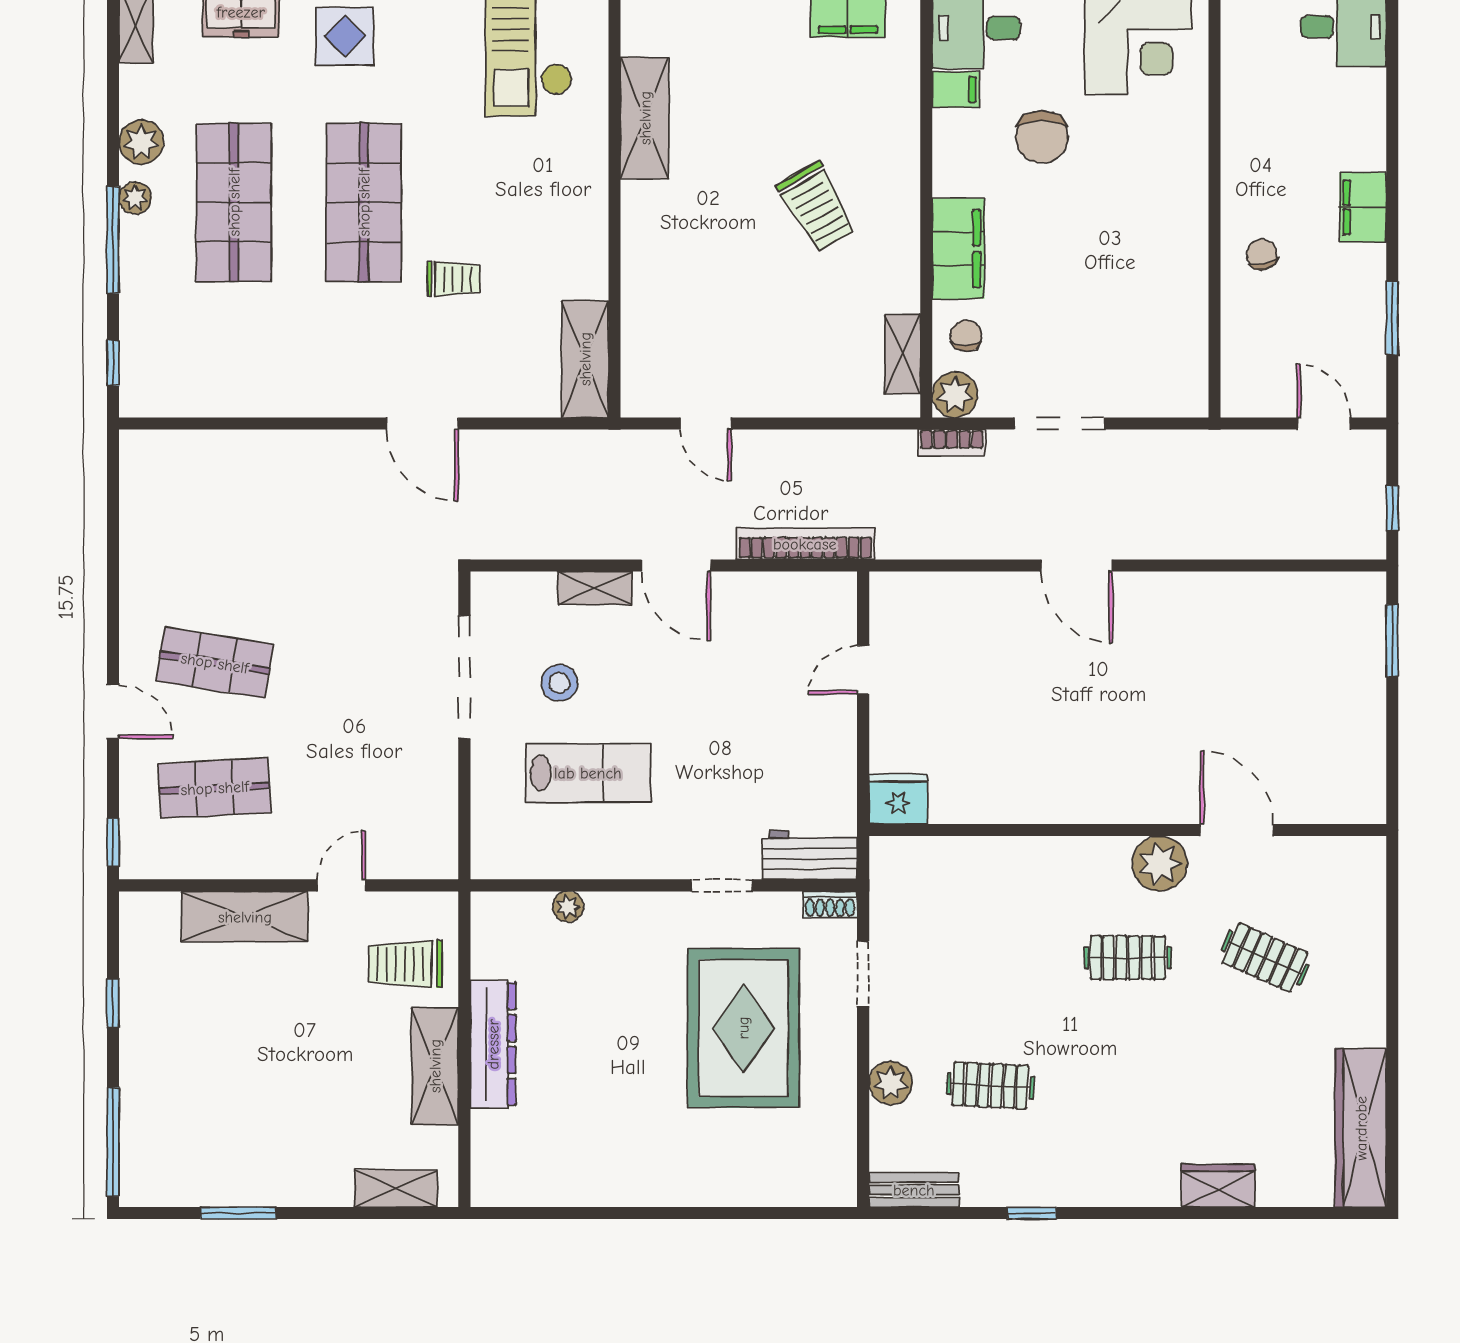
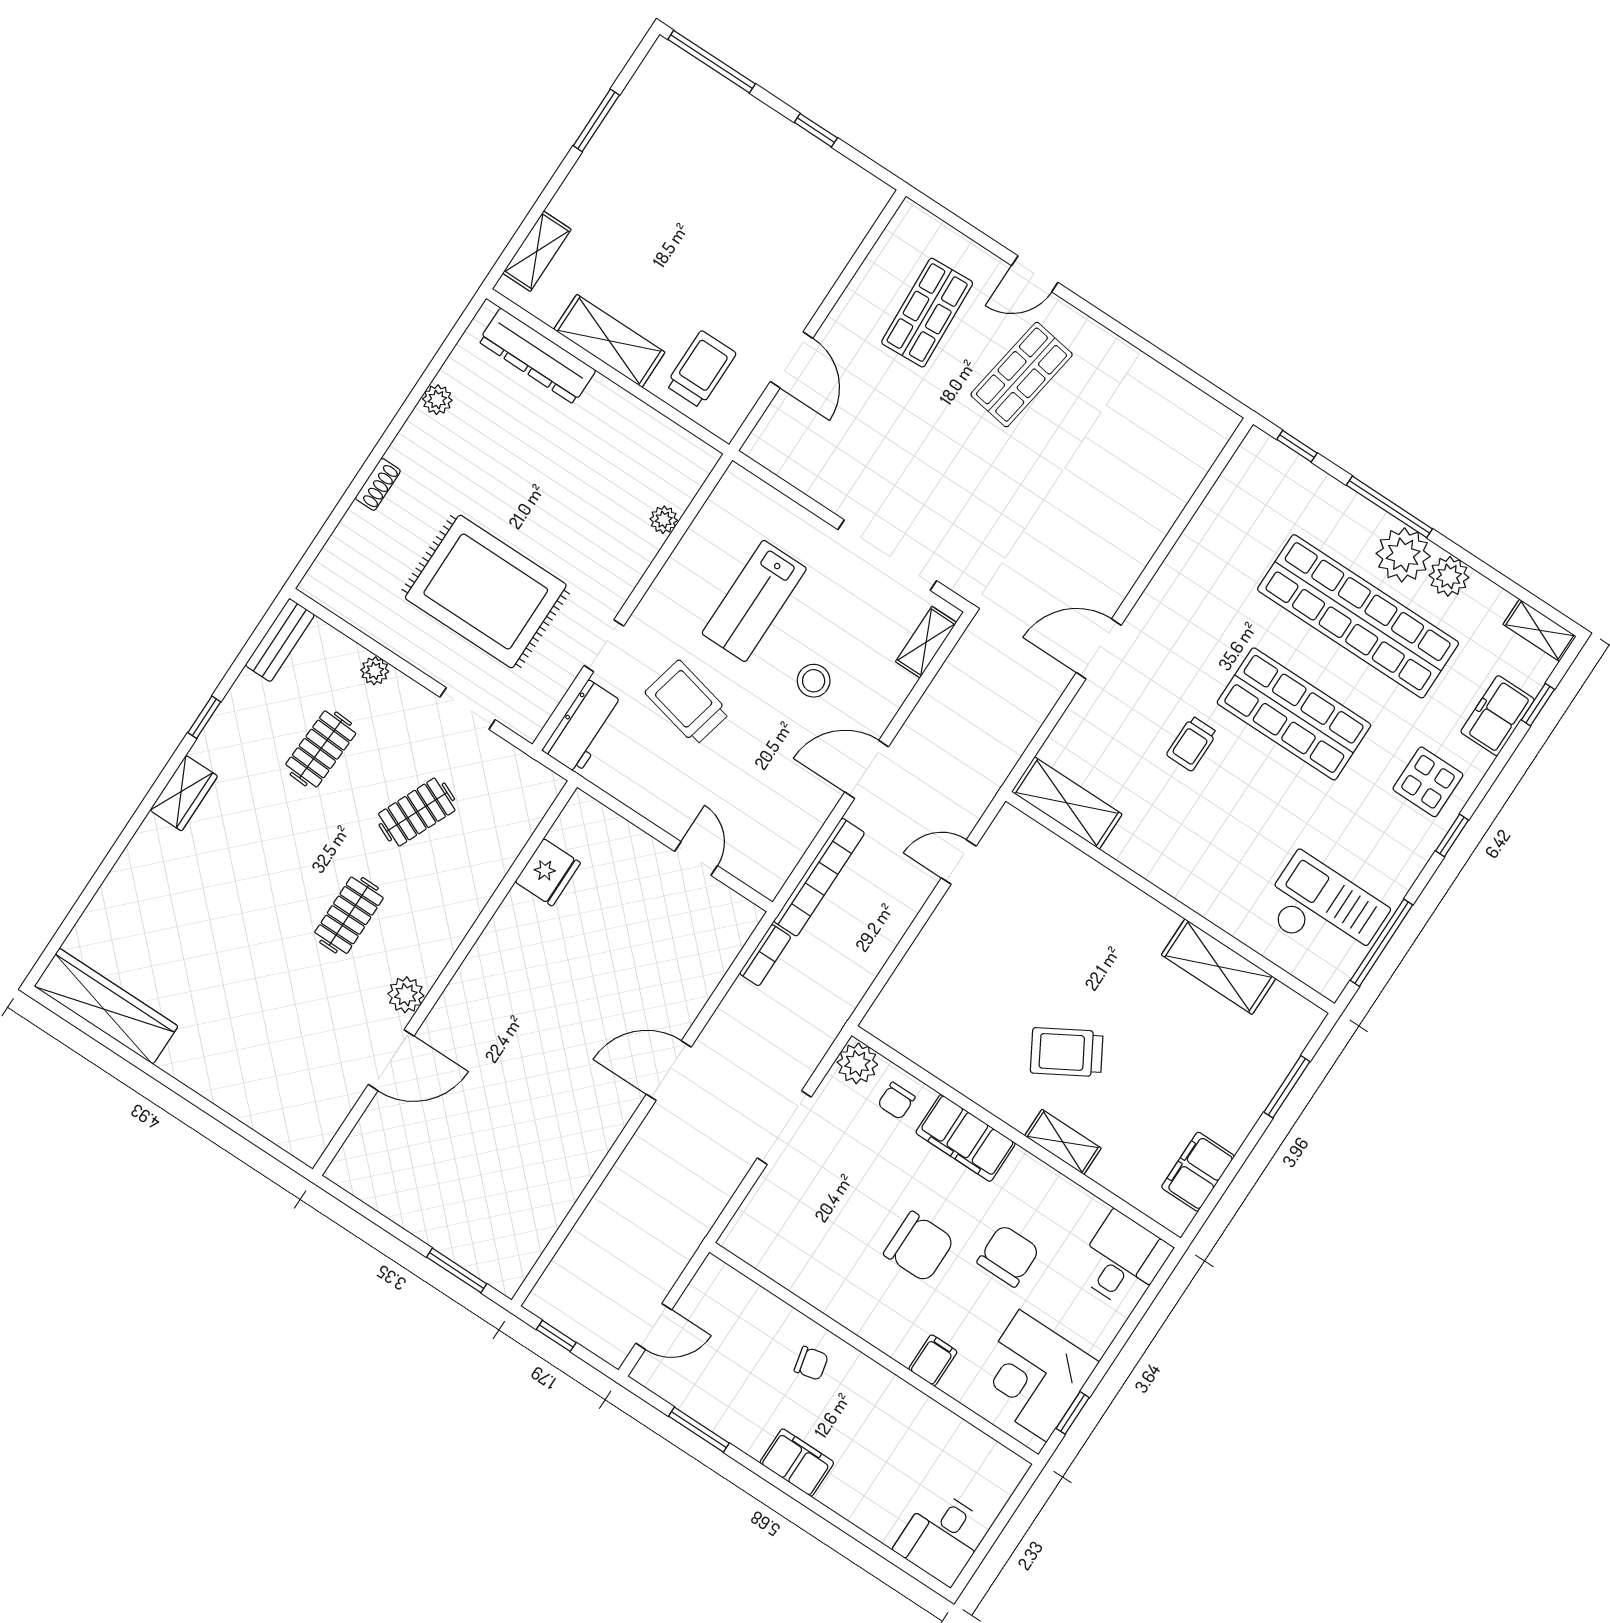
filing cabinet: (956, 90) -> (933, 1360), moved, turned 180
chair: (1042, 137) -> (1008, 1256), turned 90
plant: (135, 198) -> (1403, 555), width x1.88, depth x1.88
shop shelf: (234, 202) -> (1358, 616), width x1.40
chair: (1088, 225) -> (919, 1247), added
chair: (966, 336) -> (896, 1101), turned 90
shelving: (903, 354) -> (1063, 1142), moved
bookcase: (952, 443) -> (765, 955), moved, turned 180
shelving: (595, 588) -> (926, 642), moved
stool: (559, 683) -> (814, 681), moved
trolley: (724, 773) -> (687, 703), added
fridge: (898, 799) -> (548, 872), moved
window: (113, 843) -> (937, 209), removed
plant: (1160, 864) -> (406, 995), width x0.73, depth x0.73
door: (341, 885) -> (792, 360), width x1.38
shoe rack: (830, 905) -> (378, 484), moved, turned 180
shelving: (245, 917) -> (816, 272), removed
clothes rail: (1265, 958) -> (417, 812), moved
dresser: (493, 1044) -> (537, 356), moved
plant: (891, 1083) -> (375, 671), width x0.73, depth x0.73
wardrobe: (1218, 1186) -> (184, 793), moved
plant: (595, 1190) -> (437, 400), added

